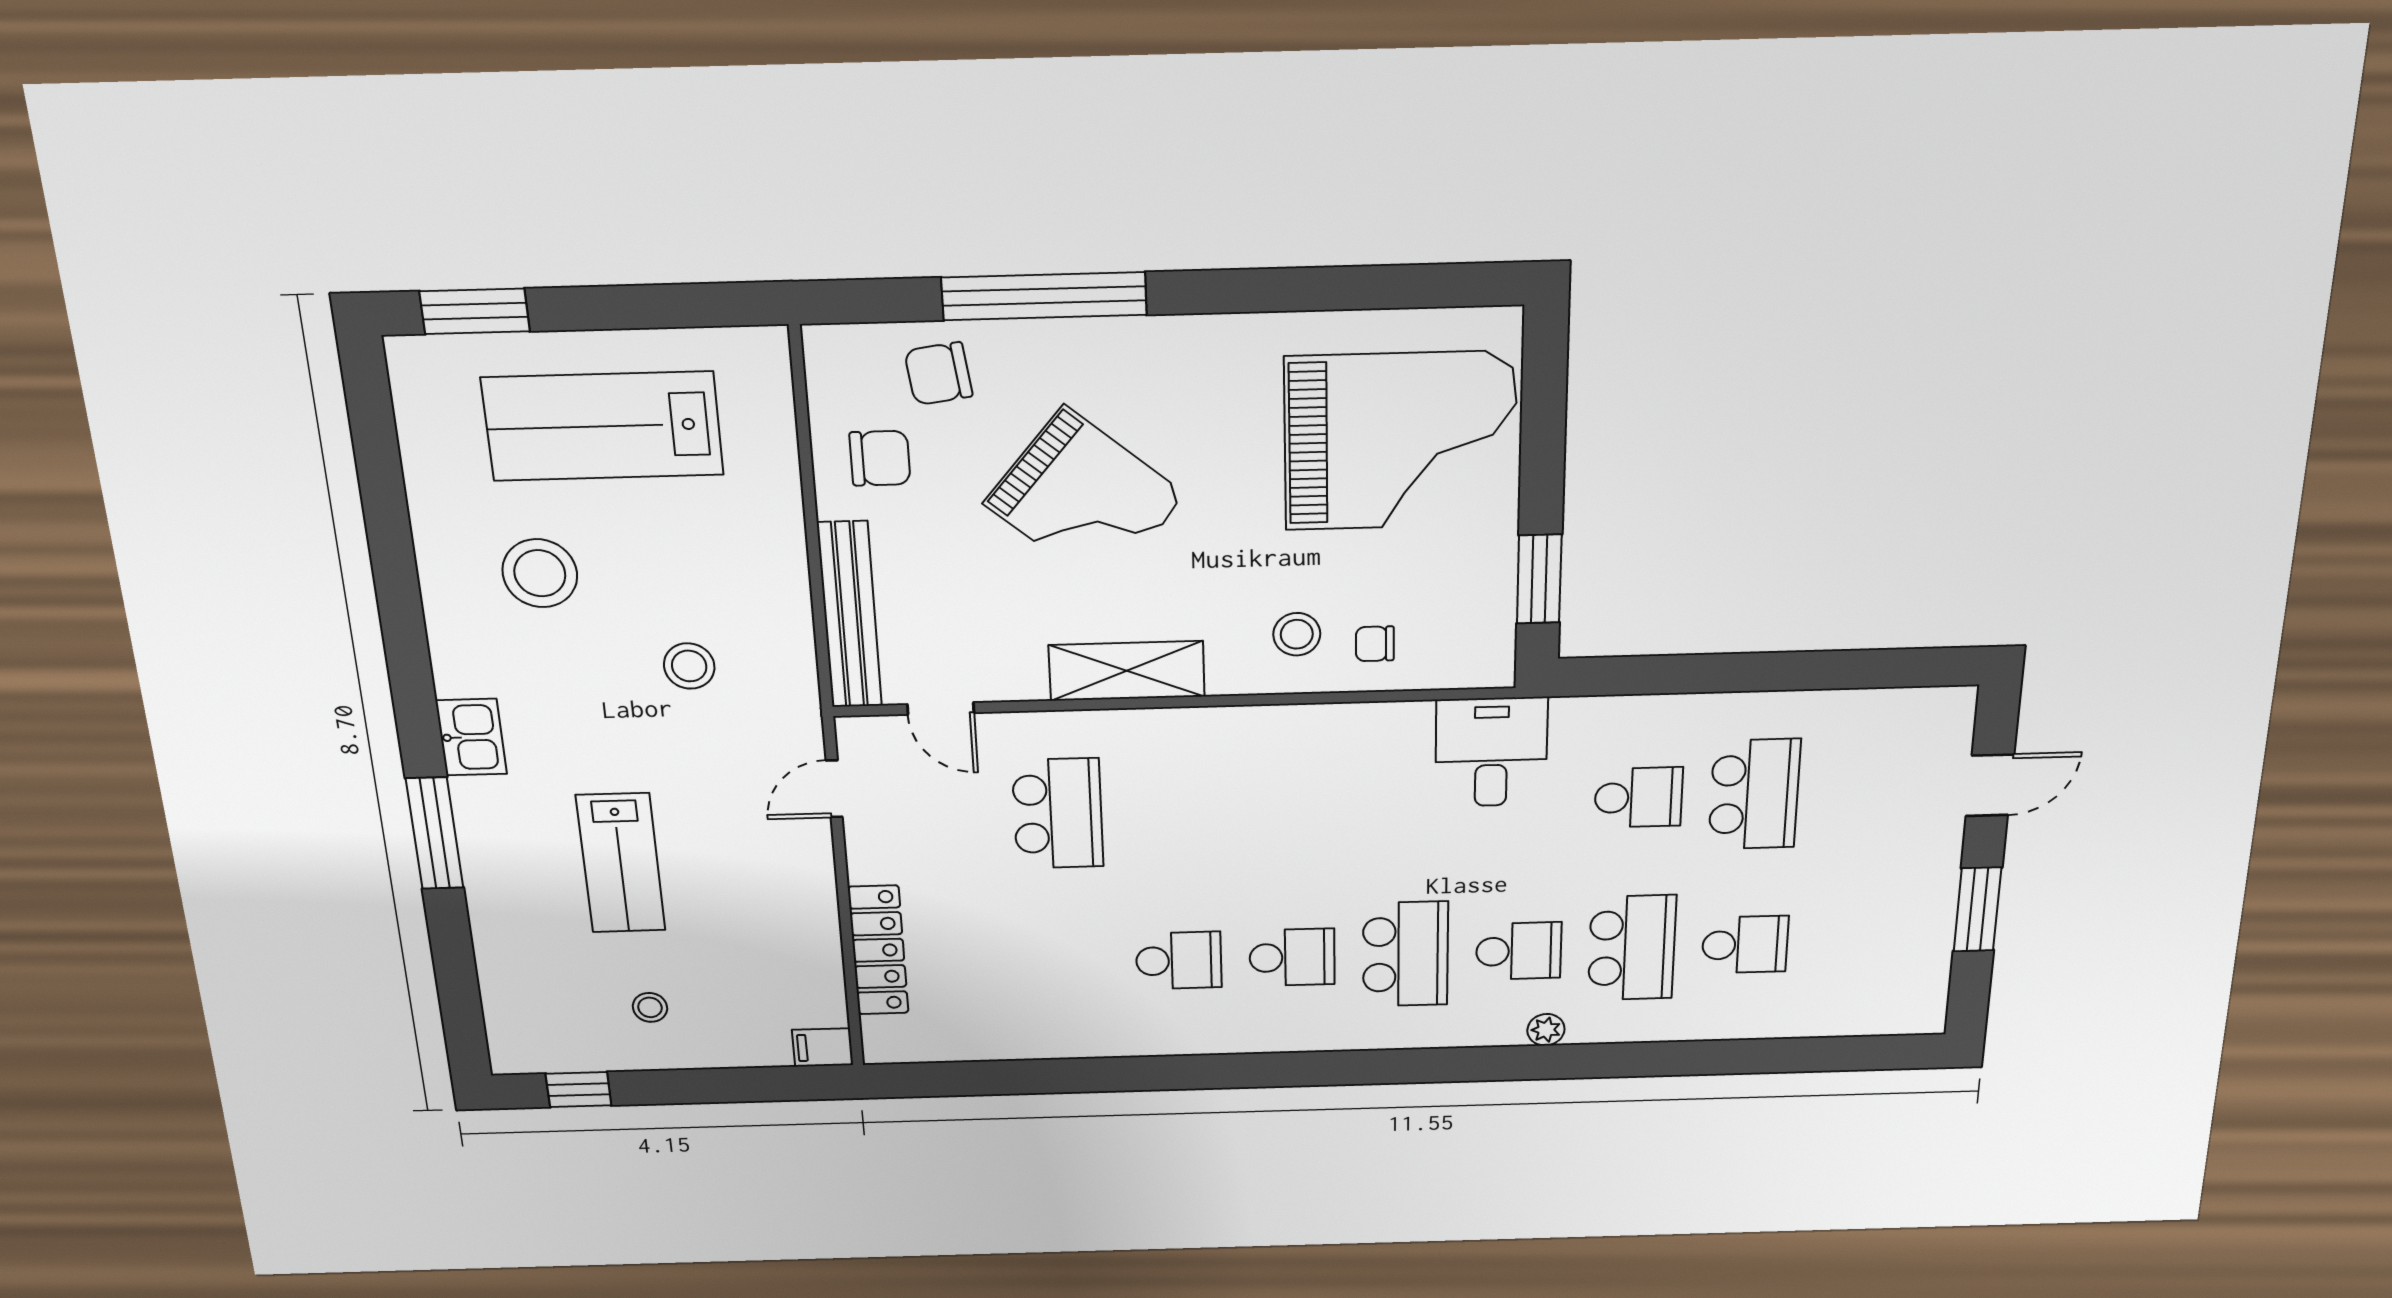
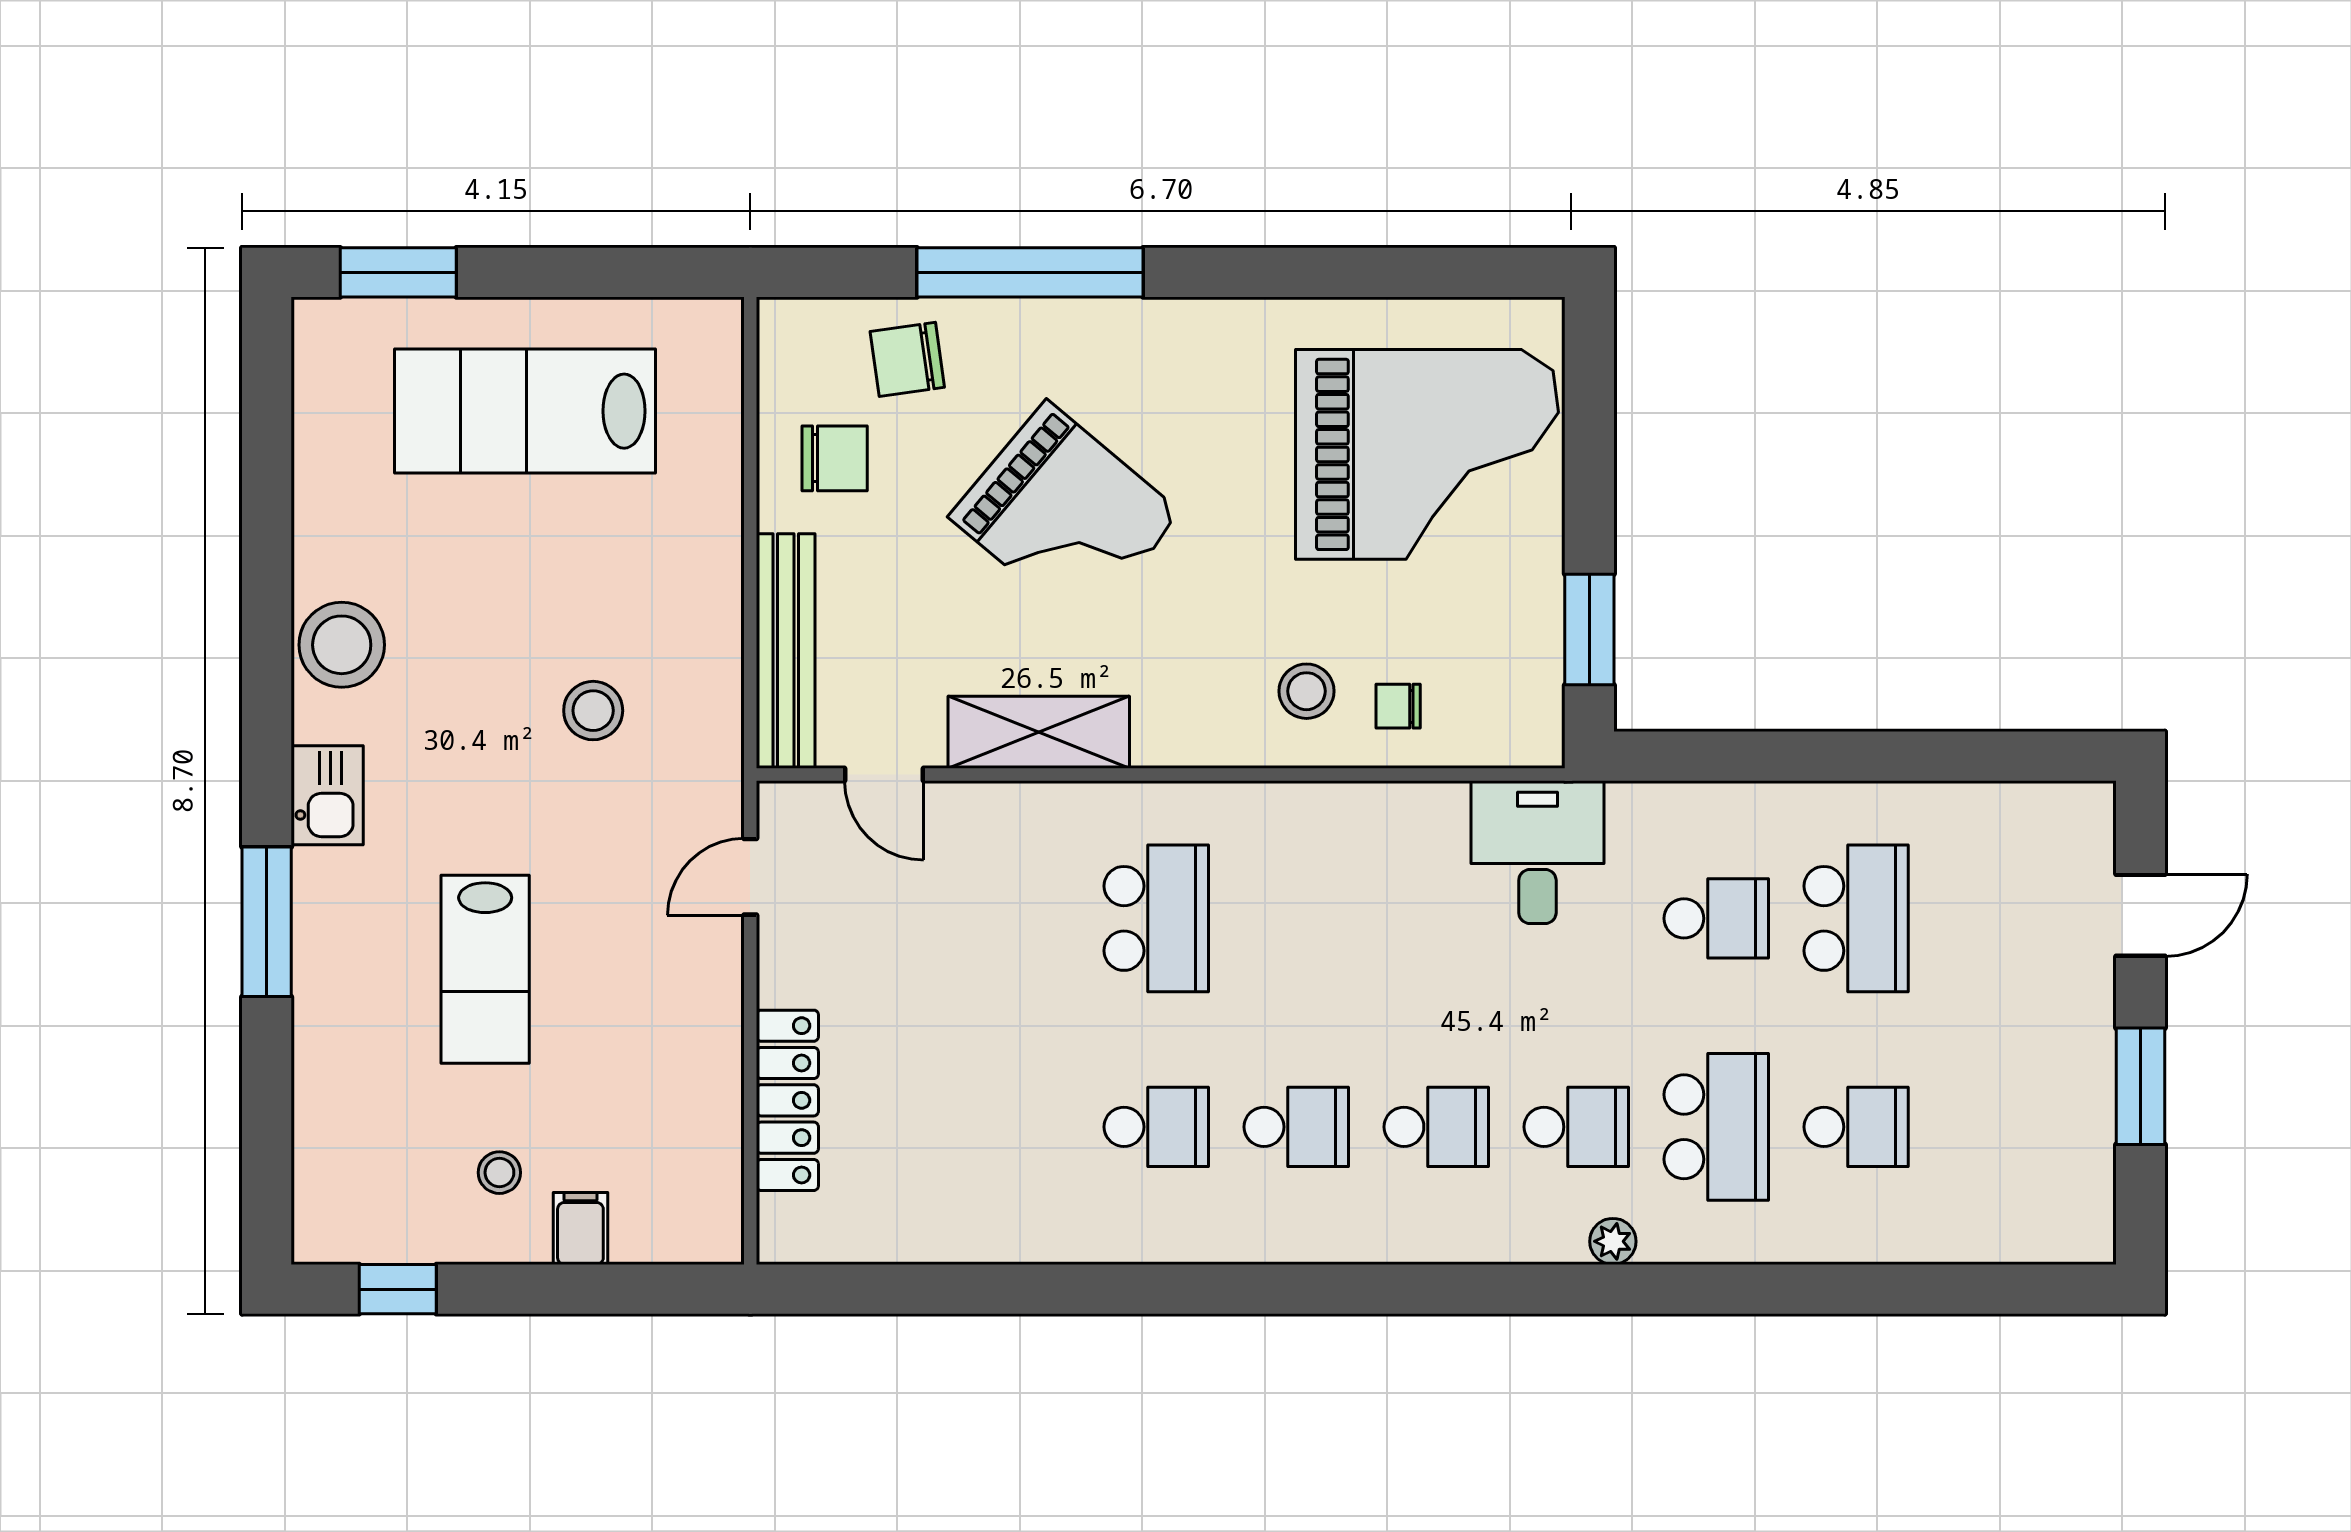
stool: (540, 573) -> (342, 645), moved
shelving: (1127, 671) -> (1039, 732), moved
school desk: (1058, 814) -> (1156, 918), moved
school desk: (1405, 954) -> (1436, 1127), width x0.54
filing cabinet: (823, 1047) -> (580, 1228), moved, turned 90

